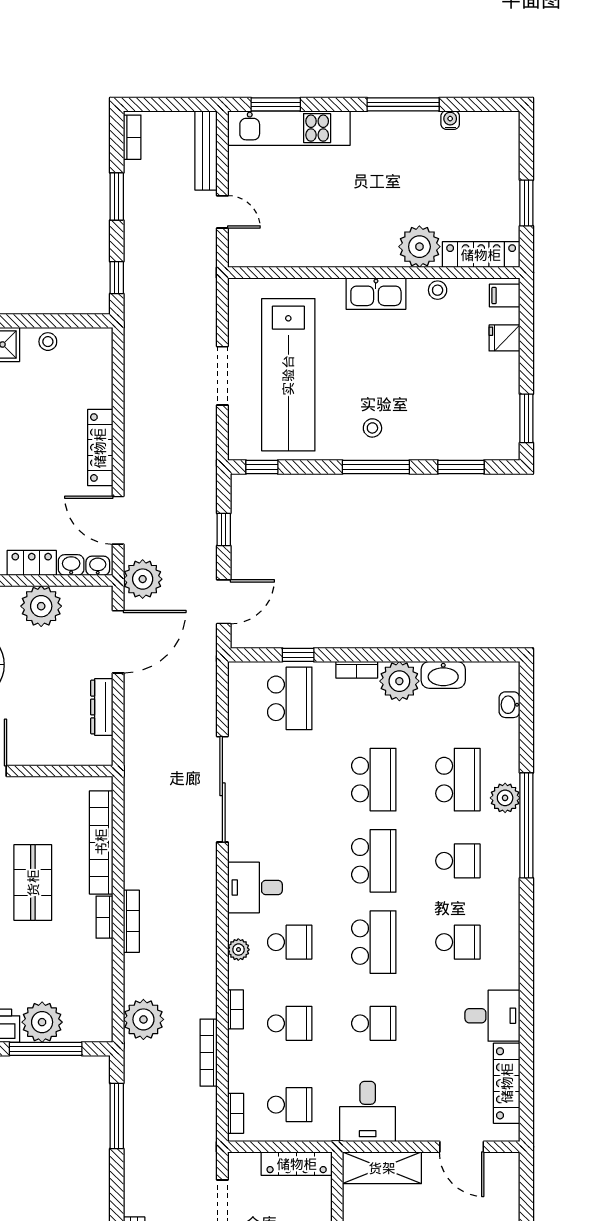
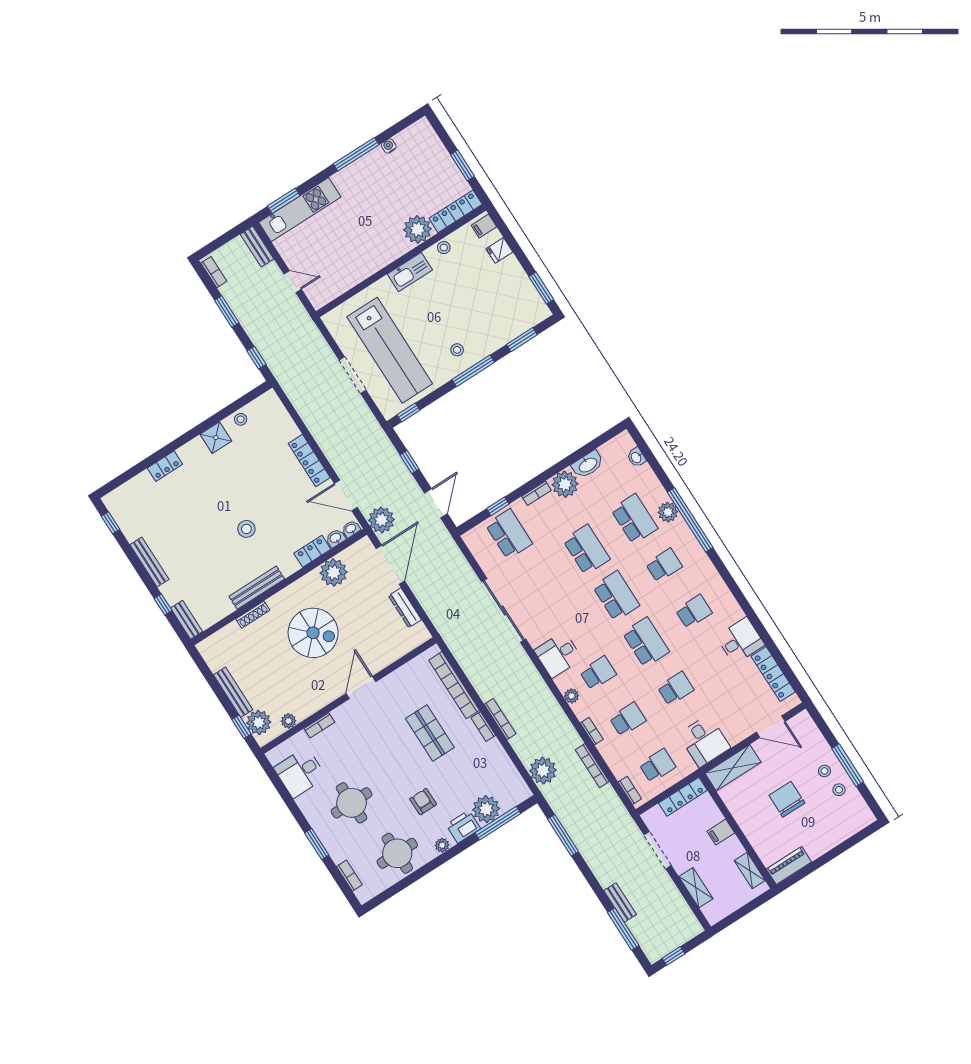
bench: (206, 150) -> (257, 247), width x0.73

